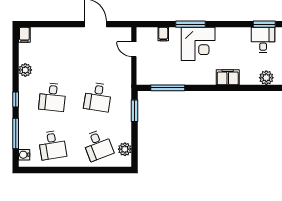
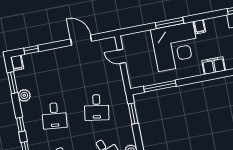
window: (42, 24) -> (31, 50), added
filing cabinet: (163, 34) -> (200, 27), moved
corner desk: (198, 44) -> (176, 47), width x1.36, depth x1.36
window: (16, 55) -> (13, 83), added

